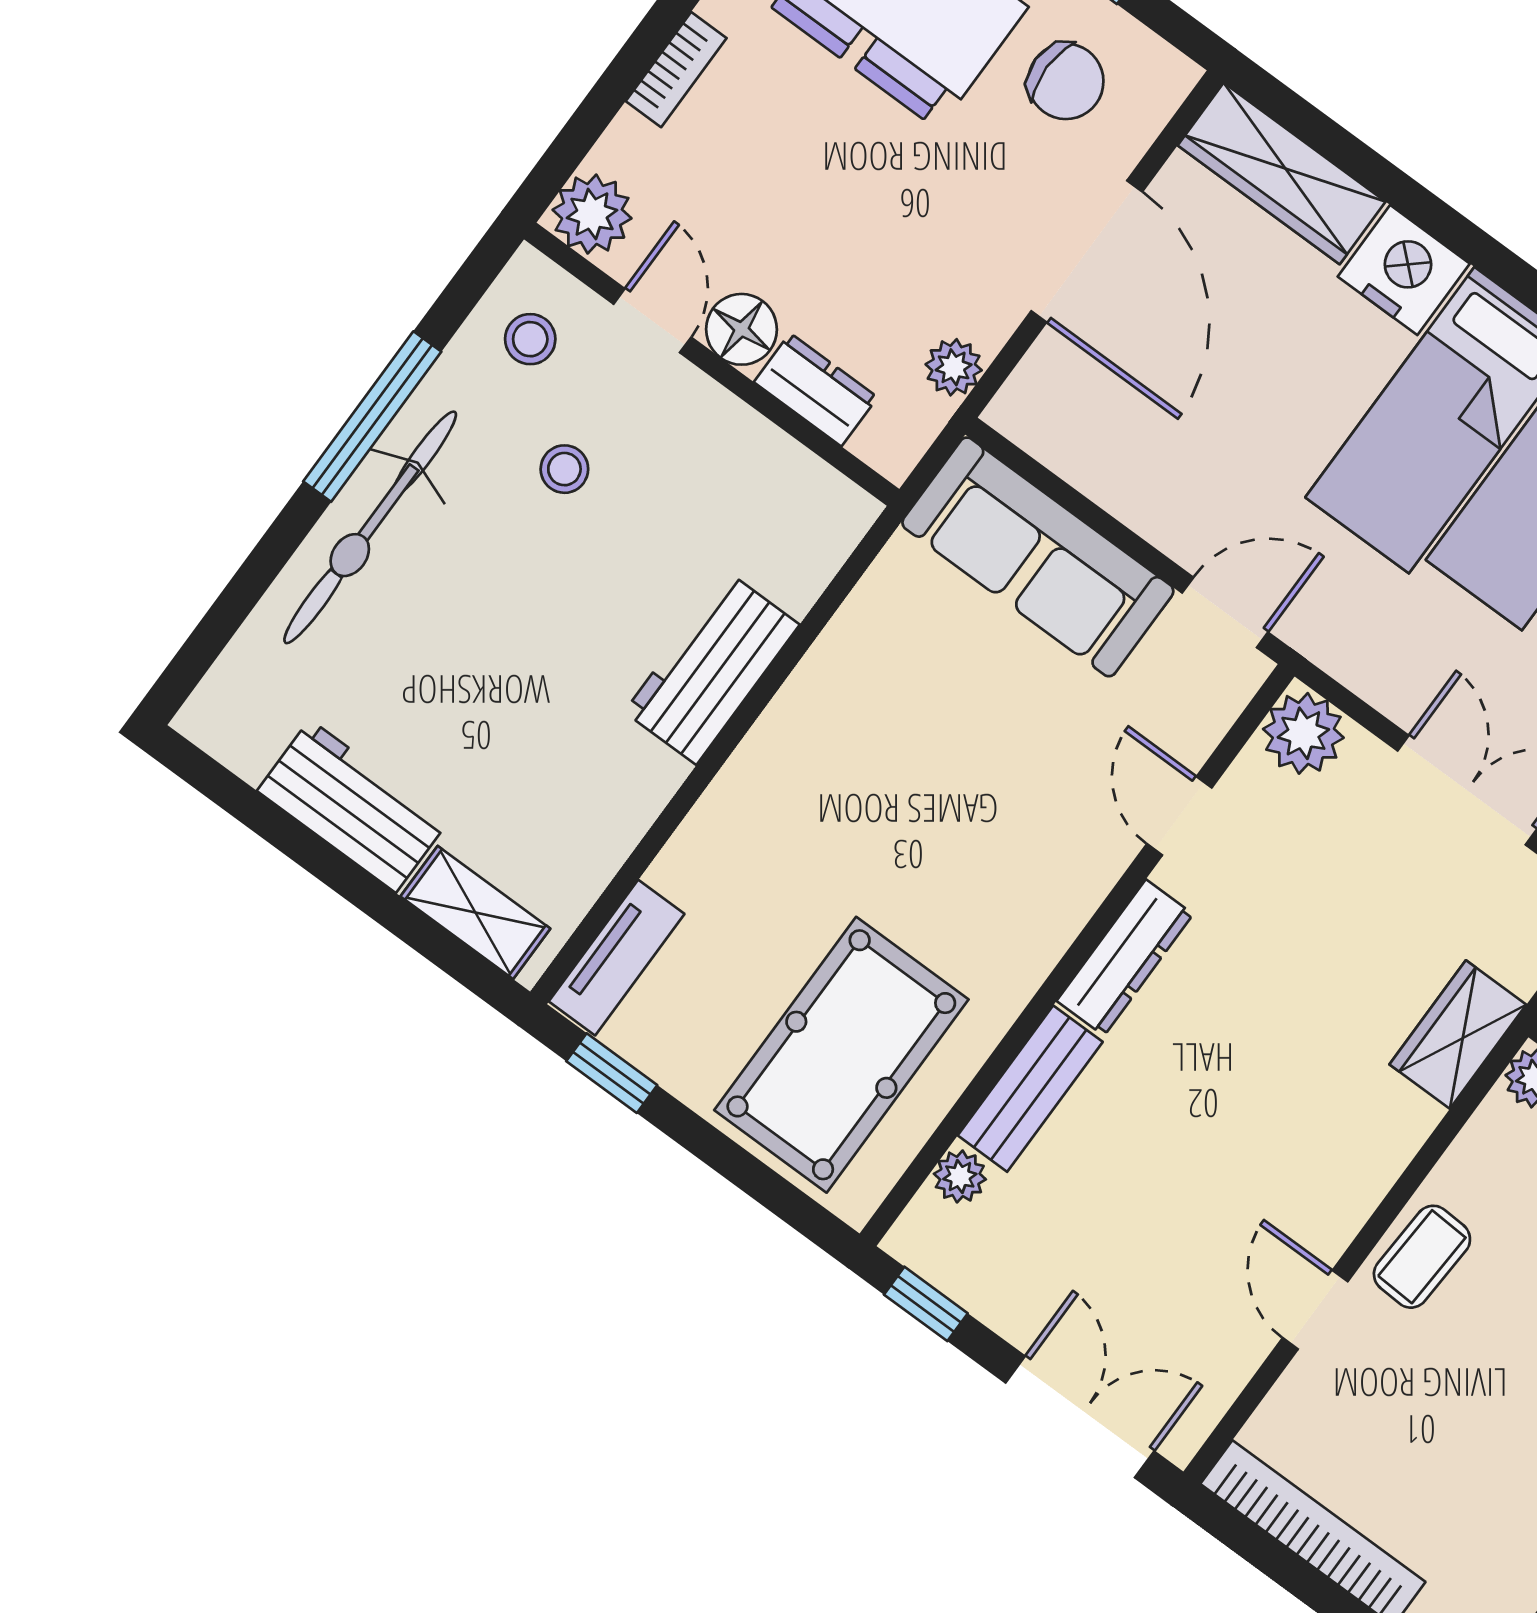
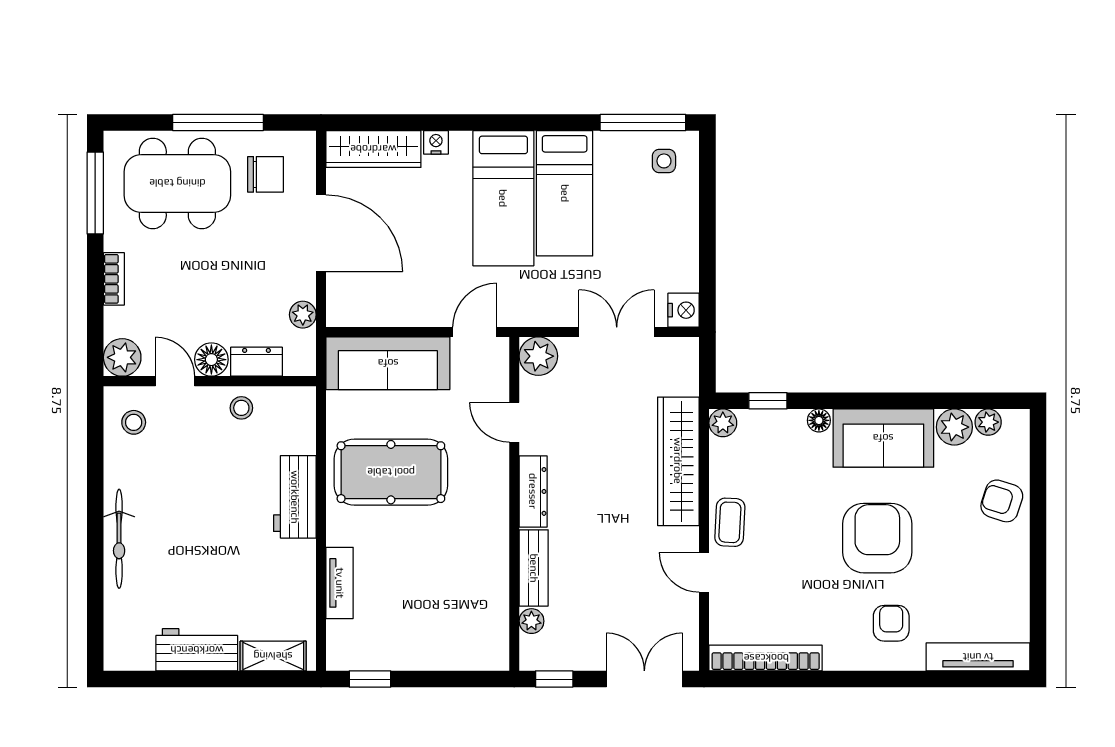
nightstand: (1404, 270) -> (436, 142), width x0.53, depth x0.56
window: (372, 417) -> (95, 496), removed
stool: (564, 469) -> (241, 408), moved
bicycle: (370, 527) -> (119, 539), width x0.73, depth x0.71
tv unit: (617, 958) -> (340, 583), moved
wardrobe: (1458, 1035) -> (678, 461), width x2.10, depth x1.17
pool table: (841, 1055) -> (391, 472), moved, turned 90

